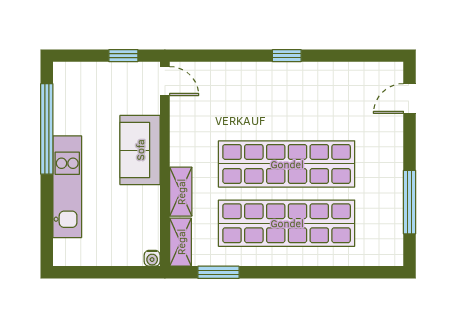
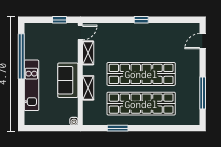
door: (165, 81) -> (80, 32), hinge flipped
sofa: (140, 150) -> (68, 80), moved
shelving: (181, 242) -> (88, 53), moved
window: (218, 272) -> (118, 128), moved

